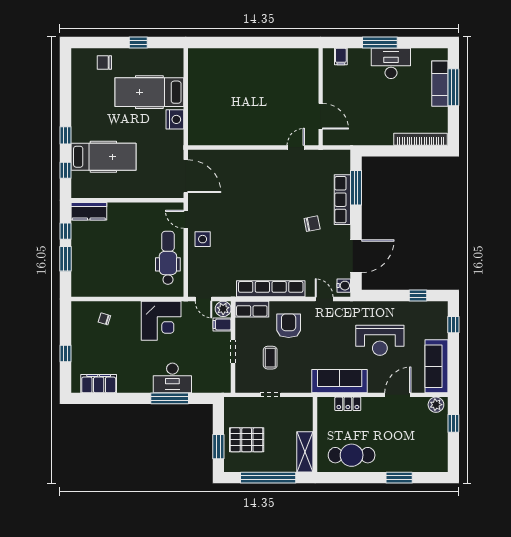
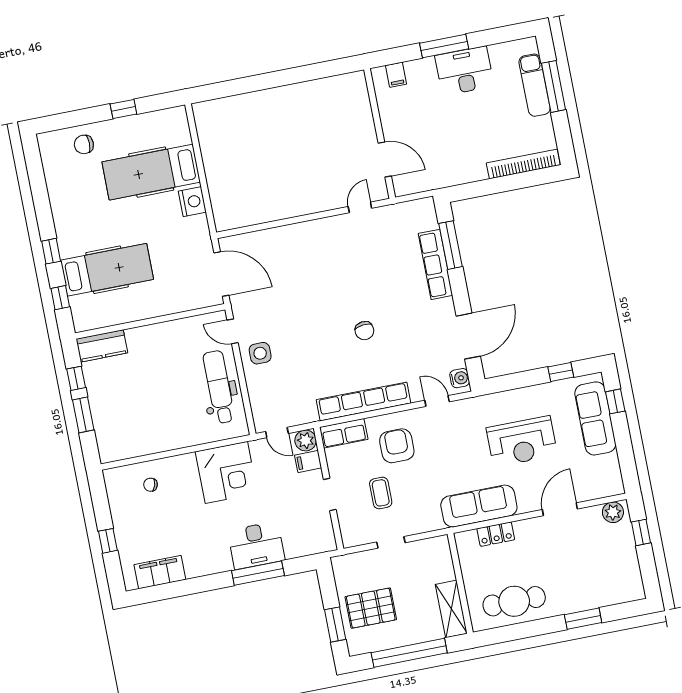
chair: (312, 224) -> (364, 331), moved, turned 95
sofa: (436, 366) -> (595, 418), moved

